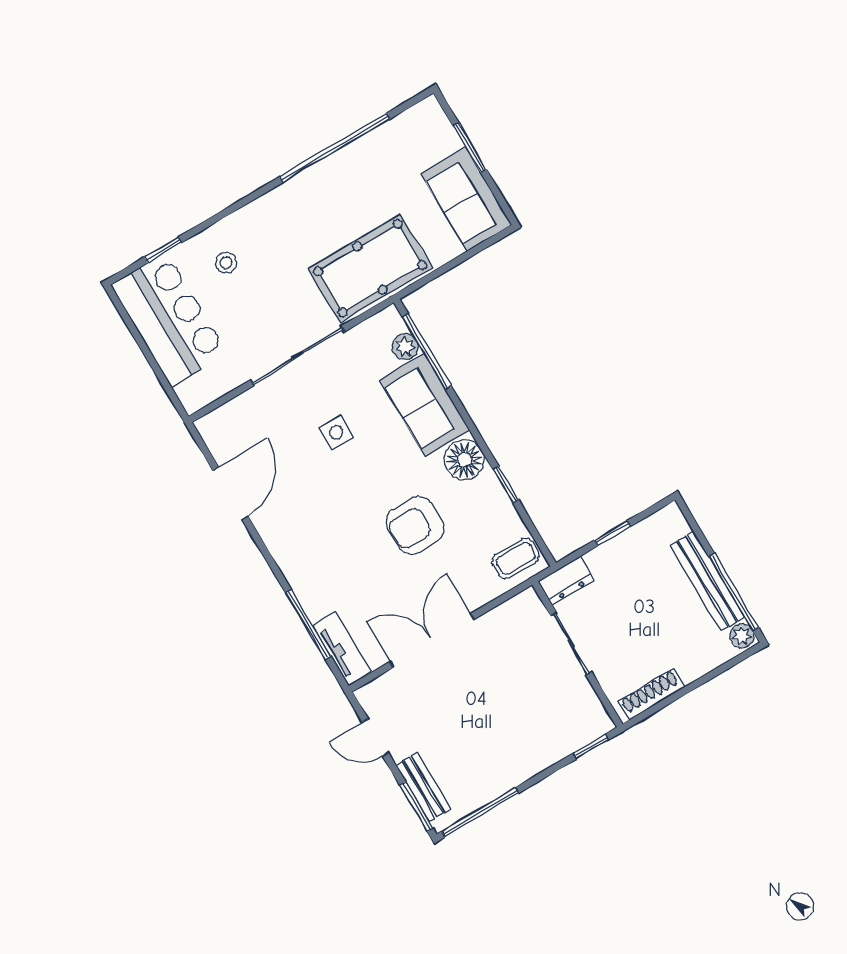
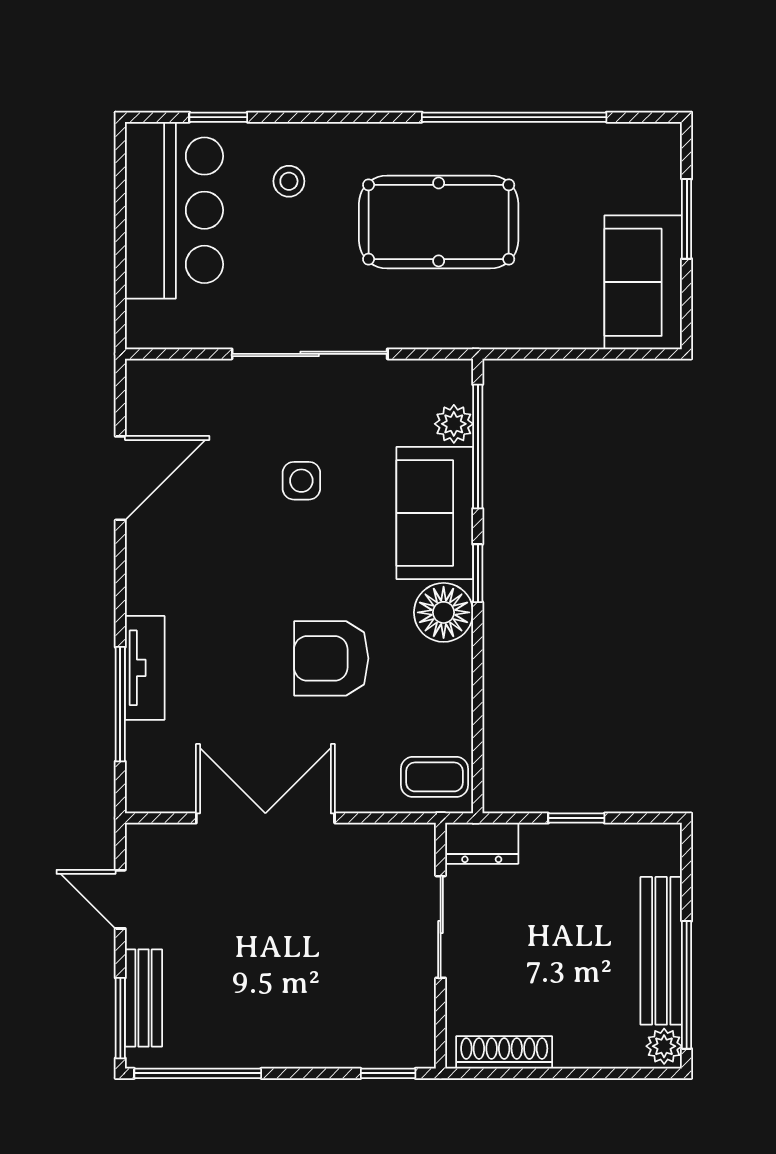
pool table: (370, 268) -> (439, 222), moved
window: (506, 485) -> (478, 573), moved
tv unit: (342, 649) -> (145, 668), moved

